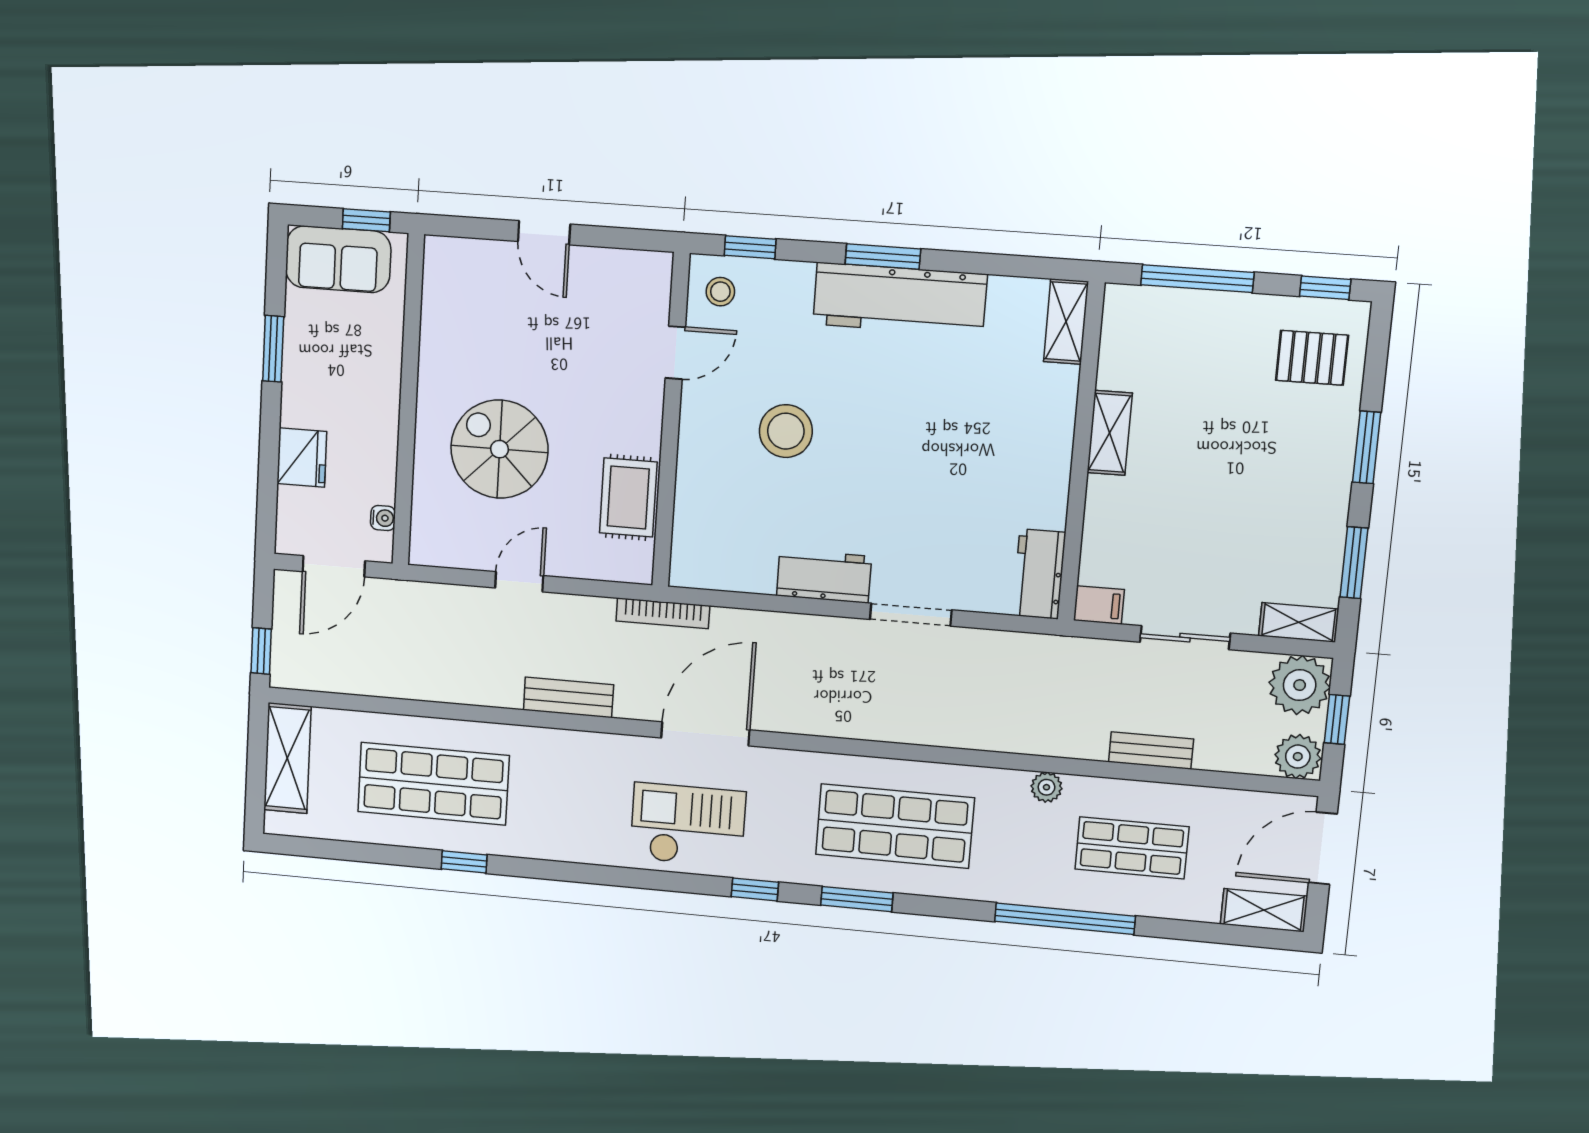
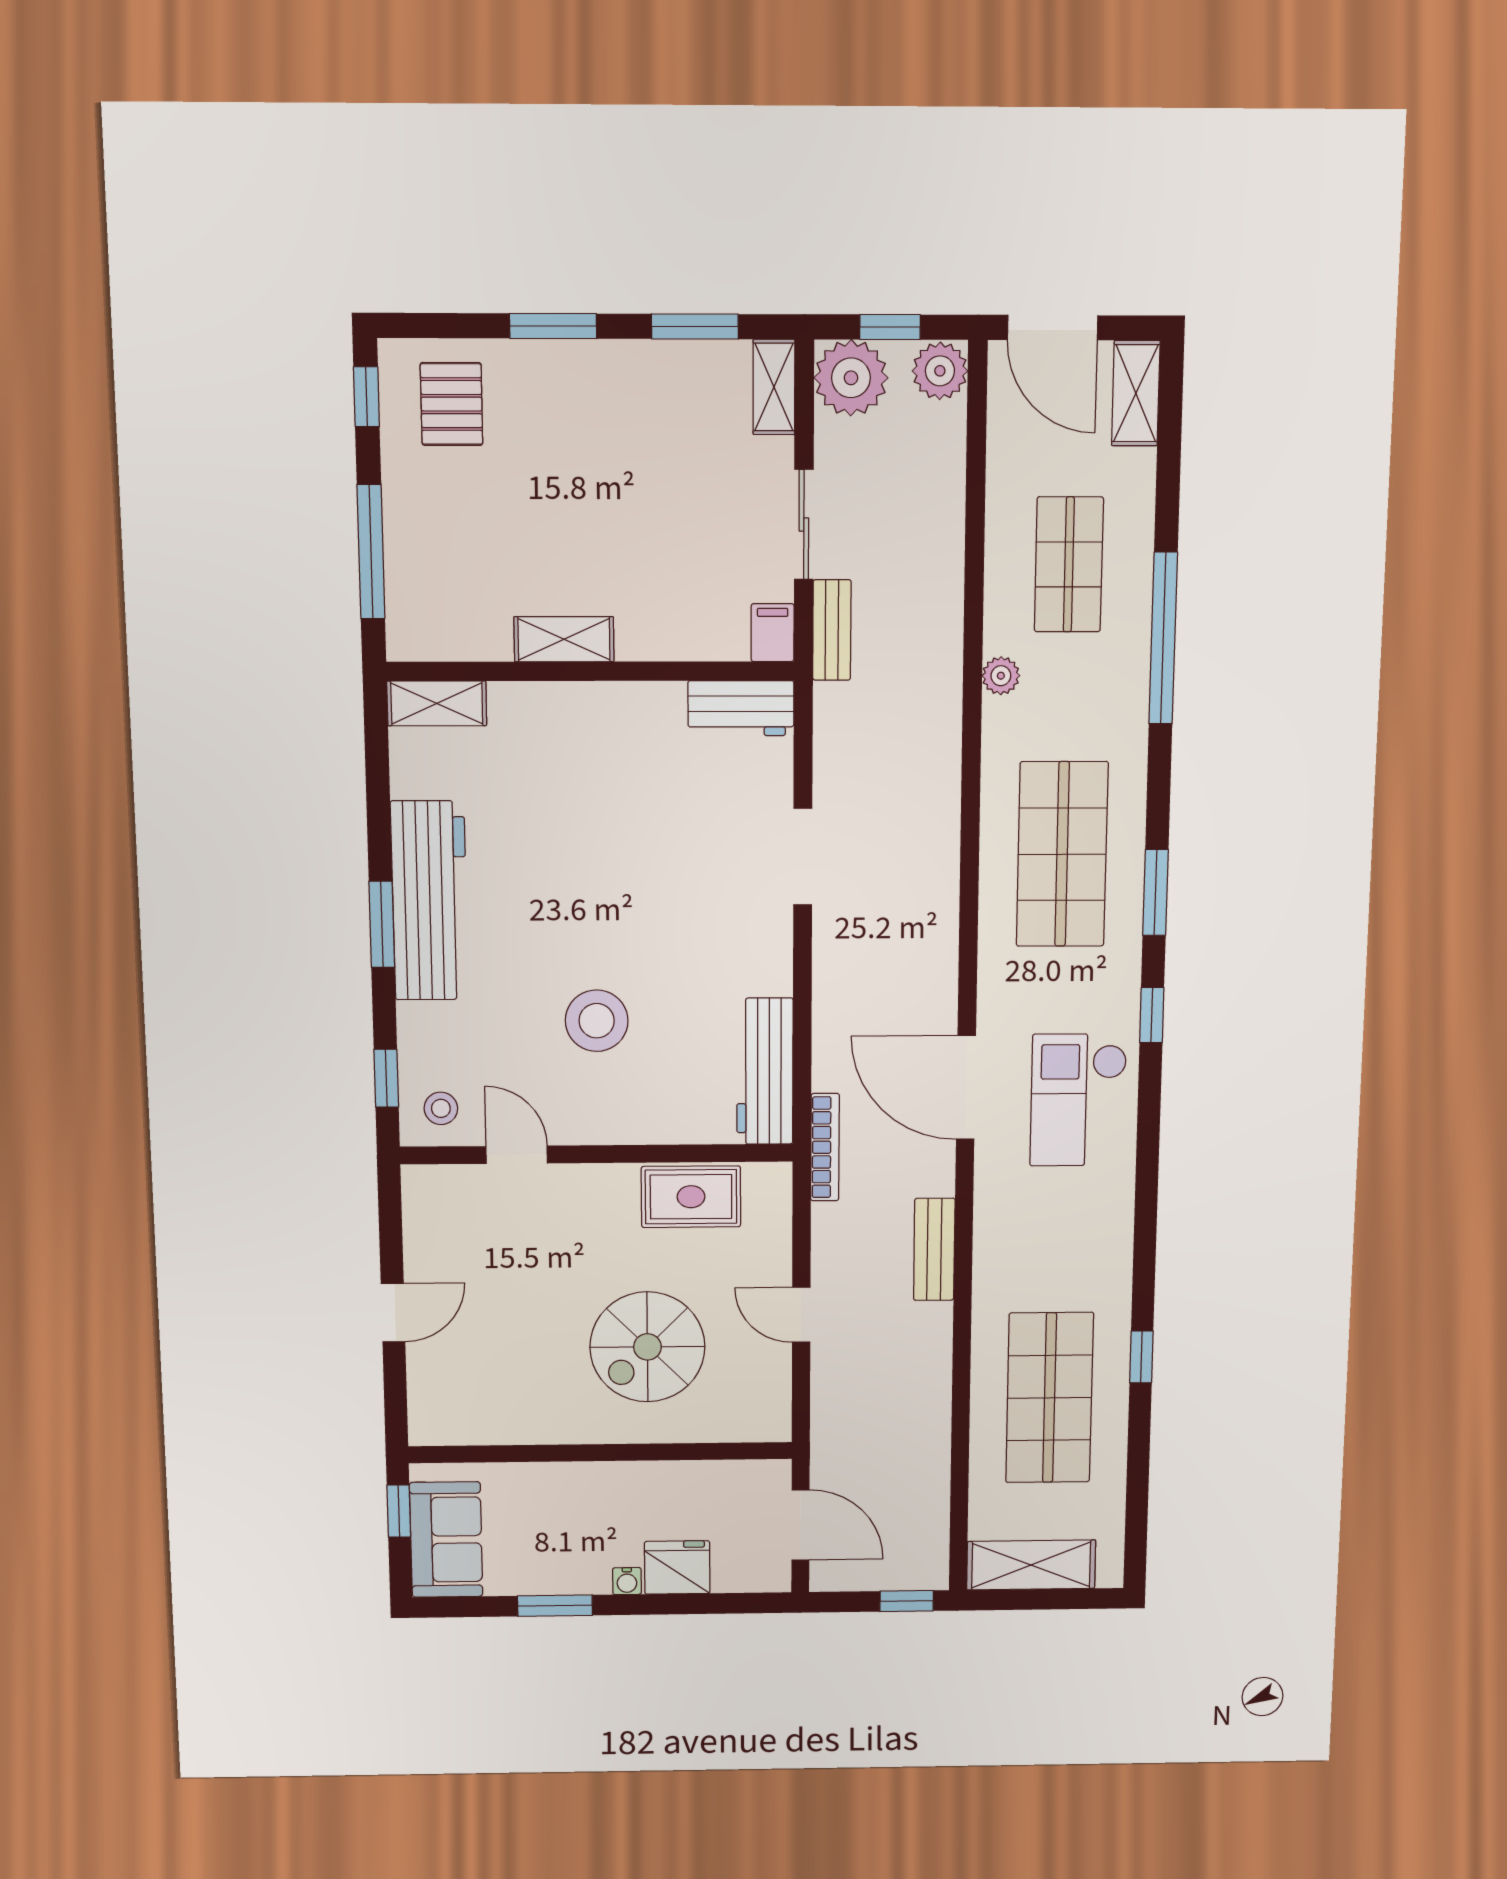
water cooler: (383, 518) -> (627, 1581), moved, turned 180
workbench: (824, 576) -> (765, 1071), moved, width x1.38
bench: (1151, 751) -> (832, 630), moved

